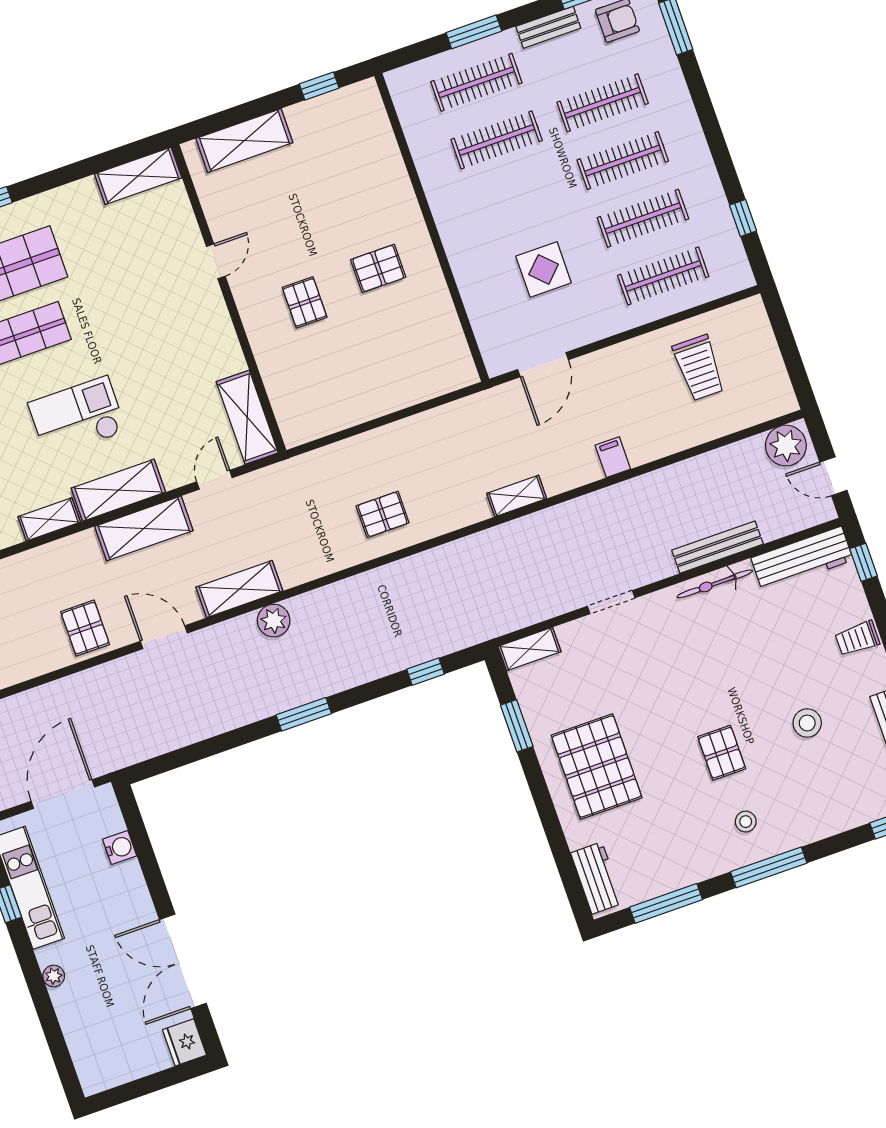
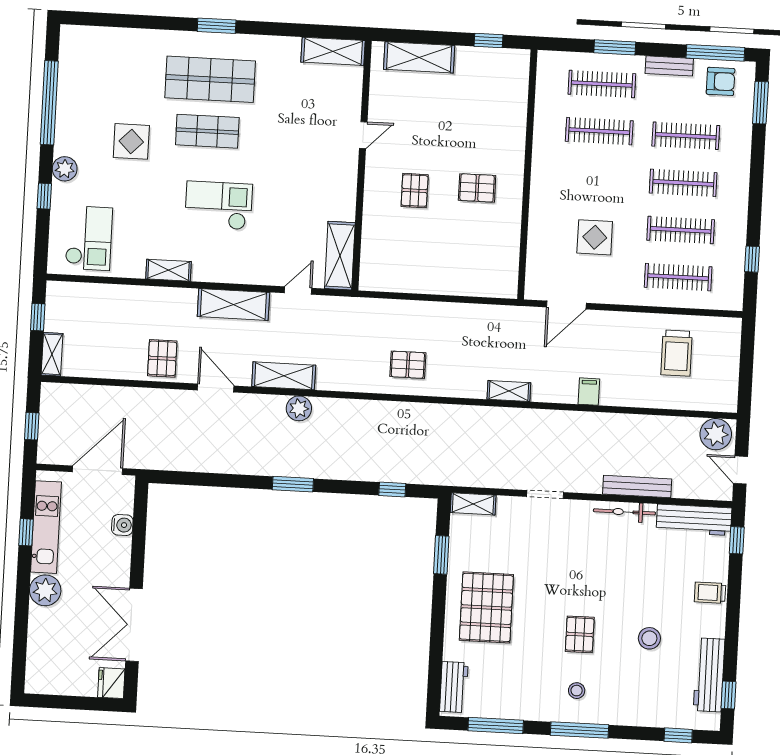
shelving: (118, 490) -> (227, 270), removed
plant: (54, 976) -> (45, 590), width x1.88, depth x1.88

